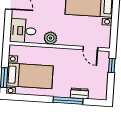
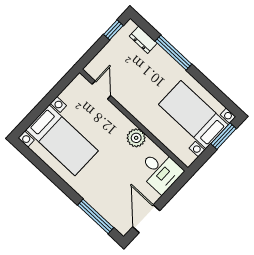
window: (112, 65) -> (113, 30), moved
dresser: (79, 93) -> (143, 40), moved

